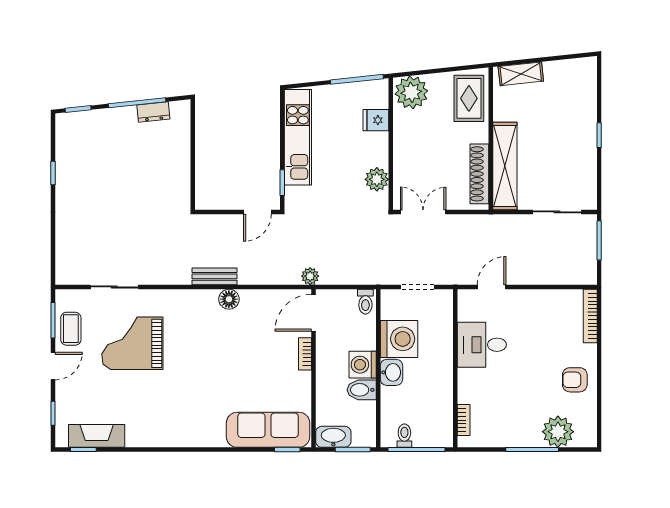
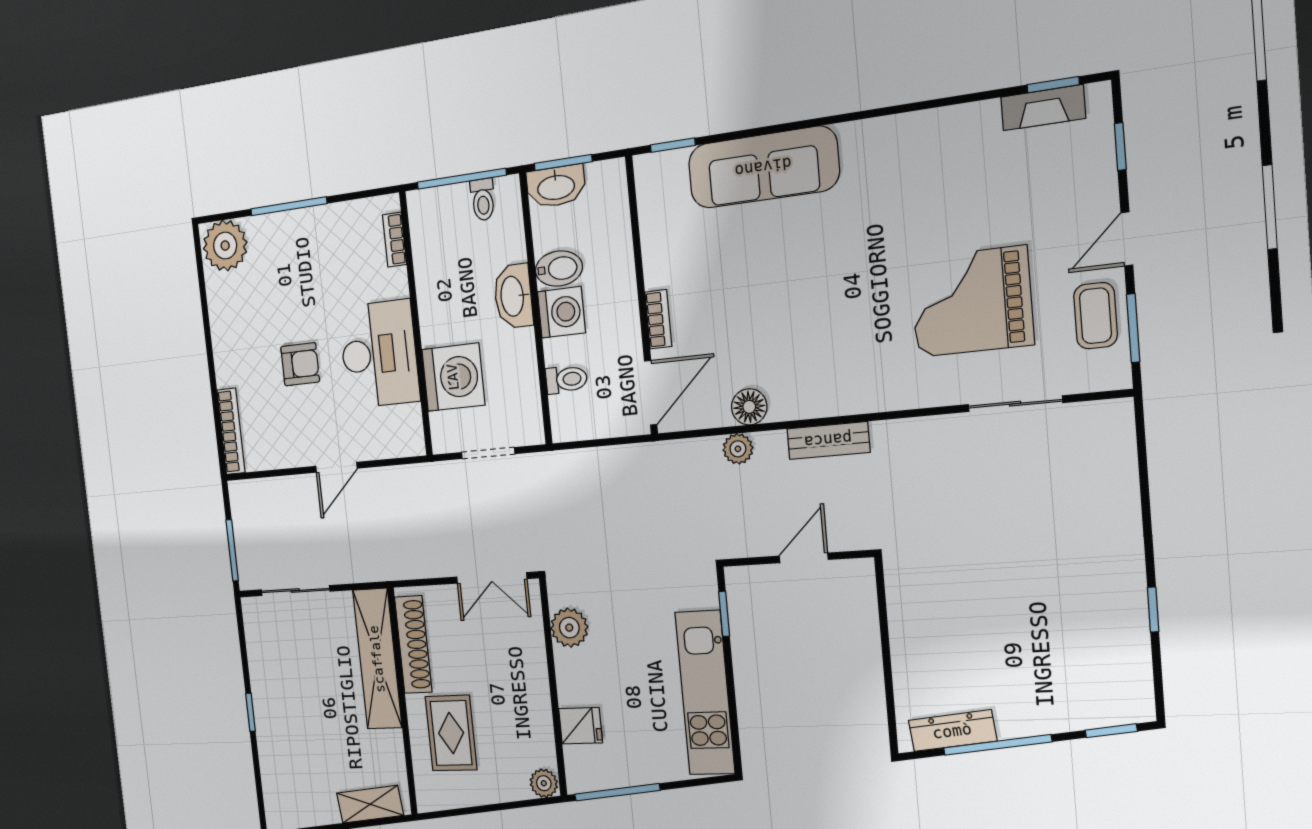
plant: (411, 92) -> (544, 783), width x0.53, depth x0.53
rug: (469, 98) -> (451, 733), moved
dresser: (153, 112) -> (952, 731), width x1.44
door: (257, 212) -> (804, 558), moved
plant: (310, 276) -> (738, 449), moved
door: (492, 287) -> (336, 467), moved
floor lamp: (229, 299) -> (749, 407), moved
toilet: (365, 302) -> (566, 379), moved, turned 90
washing machine: (399, 339) -> (453, 377), moved, turned 180
grand piano: (132, 343) -> (971, 302), turned 180
desk: (482, 345) -> (379, 354), width x1.37
washbasin: (391, 372) -> (513, 296), width x1.38
armchair: (575, 380) -> (300, 364), moved
sofa: (268, 430) -> (763, 167), moved
plant: (558, 432) -> (225, 246), moved
fireplace: (97, 436) -> (1043, 108), width x0.73, depth x0.76
washbasin: (333, 437) -> (556, 186), moved

